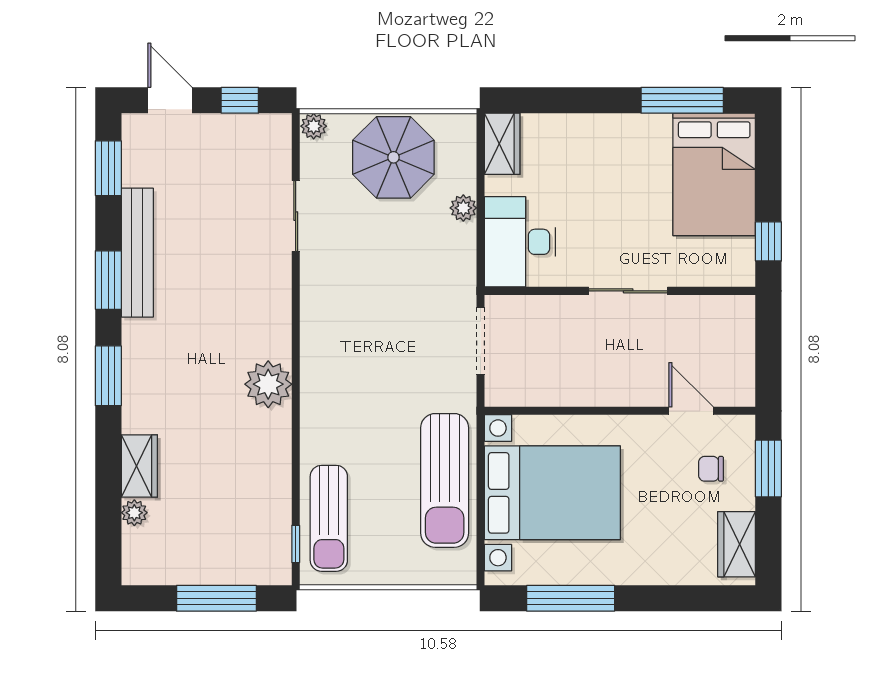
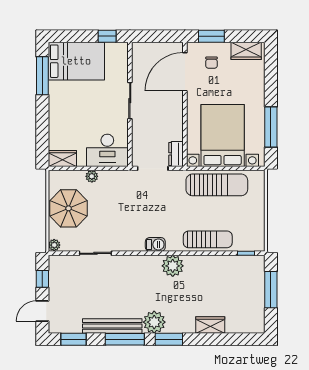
window: (108, 280) -> (125, 339), width x1.44
barbecue: (315, 346) -> (155, 244), added
dresser: (512, 391) -> (176, 154), added
door: (691, 411) -> (185, 72), width x1.87
plant: (134, 513) -> (154, 322), moved, width x1.87, depth x1.87
sun lounger: (329, 518) -> (208, 239), moved

